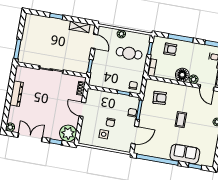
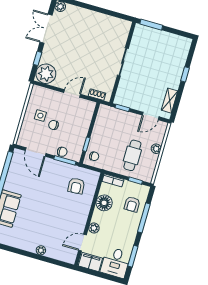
floor lamp: (182, 75) -> (104, 203), moved
dresser: (17, 94) -> (99, 18), removed
coffee table: (181, 120) -> (48, 208), removed
double door: (30, 137) -> (46, 29), swing flipped

